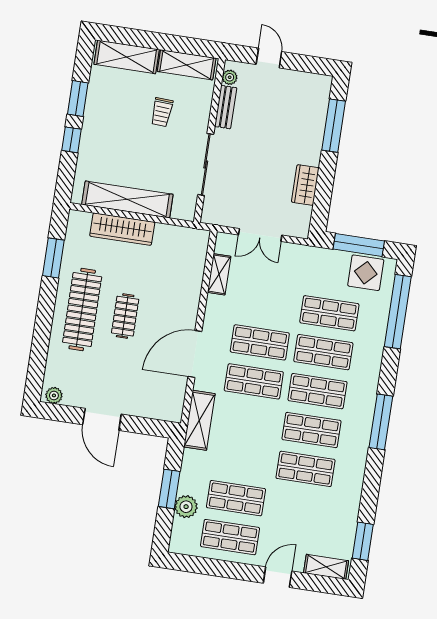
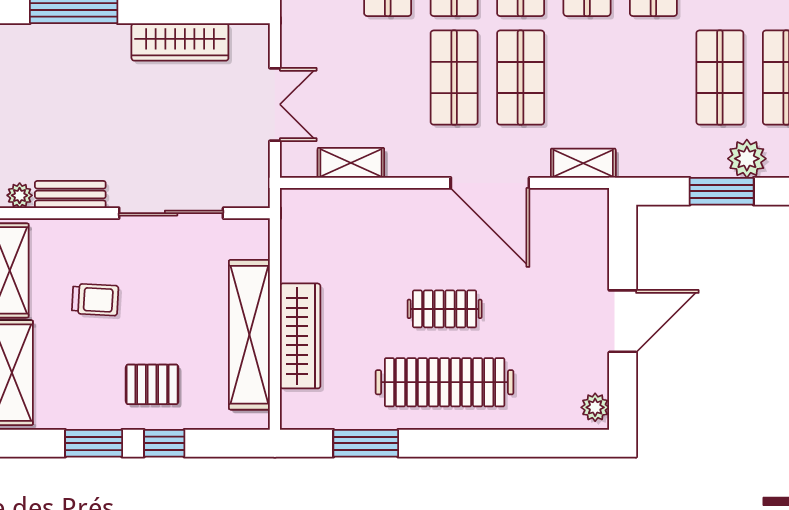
pallet: (107, 138) -> (152, 384), added
wardrobe: (305, 185) -> (180, 42), width x1.50
shelving: (199, 420) -> (583, 163), width x0.67, depth x0.75

